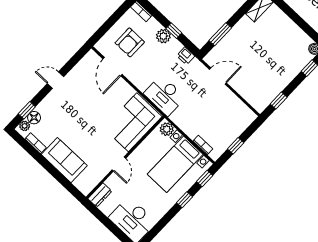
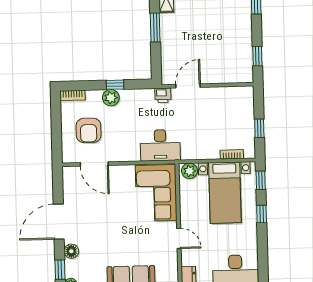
window: (220, 34) -> (155, 27), moved
printer: (186, 56) -> (163, 95), moved
door: (55, 80) -> (59, 222), width x1.87
floor lamp: (34, 118) -> (71, 251), moved

